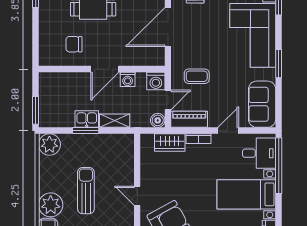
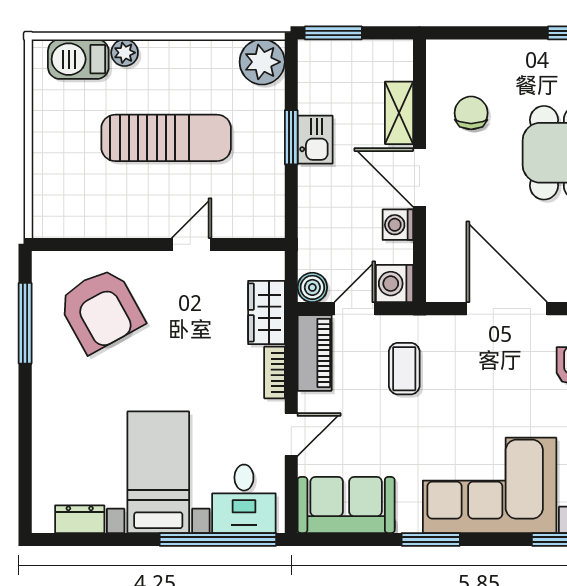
door: (168, 100) -> (355, 309), swing flipped
shelving: (115, 121) -> (399, 113), moved
door: (228, 131) -> (291, 435), hinge flipped
sun lounger: (86, 191) -> (166, 138), width x1.36, depth x1.34
door: (137, 196) -> (192, 244), moved
plant: (51, 205) -> (125, 53), width x0.53, depth x0.53

